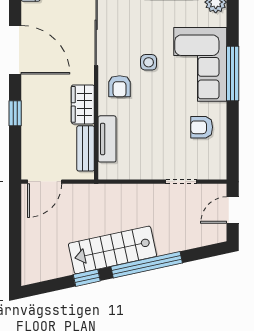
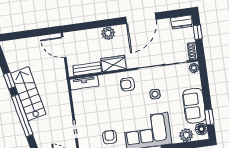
side table: (149, 62) -> (155, 94), moved
plant: (32, 106) -> (108, 33), added
window: (15, 113) -> (103, 24), removed
tv unit: (107, 139) -> (84, 83), moved

